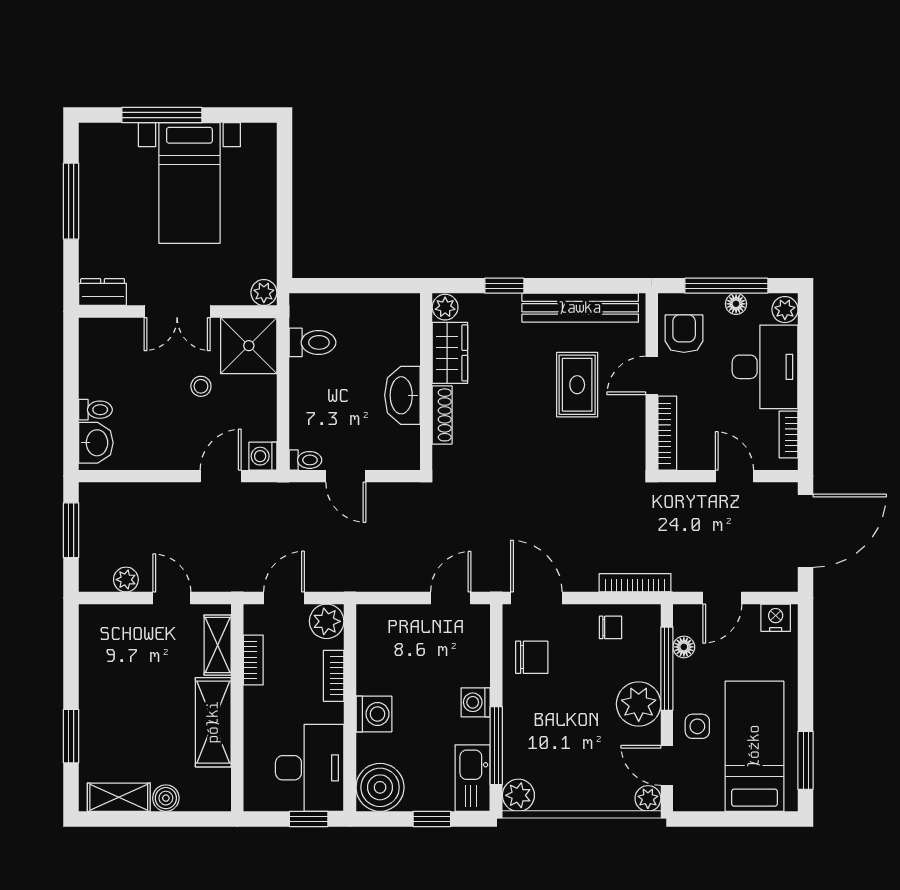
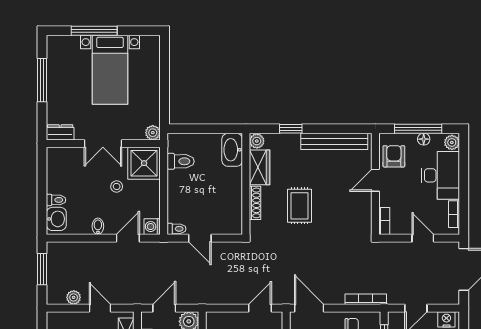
rug: (577, 385) -> (300, 206), moved
washbasin: (402, 395) -> (232, 150), moved
bookcase: (667, 433) -> (384, 221), width x0.64
bidet: (168, 456) -> (98, 226), added

